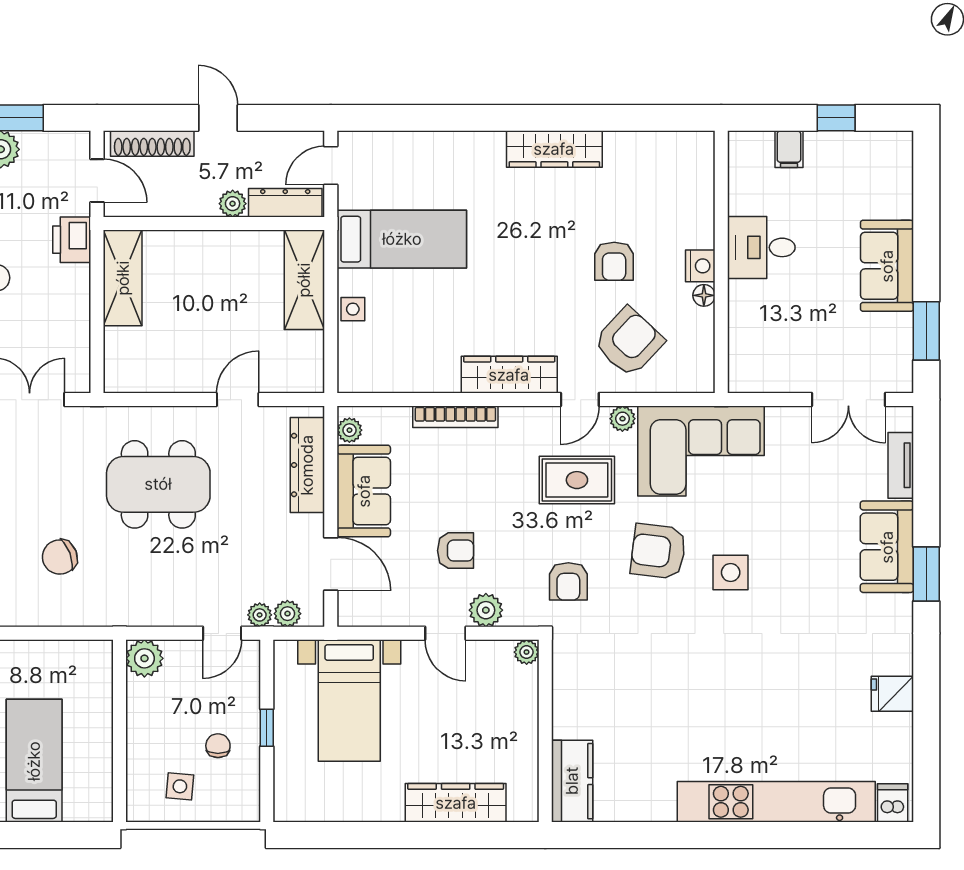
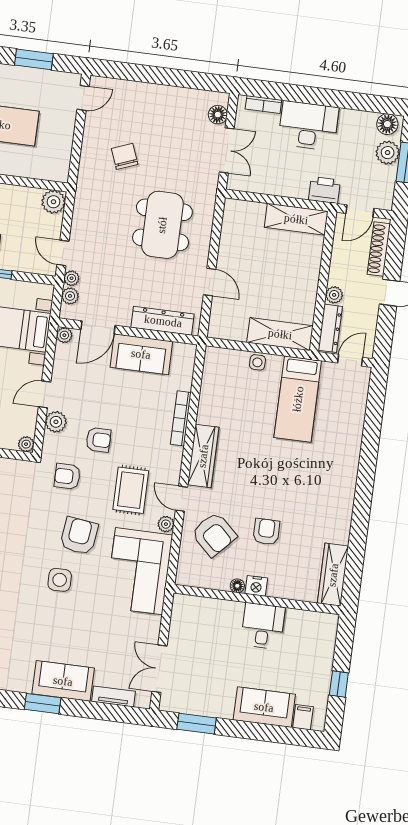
wardrobe: (554, 149) -> (333, 575), moved
filing cabinet: (789, 149) -> (303, 717), moved, turned 90
door: (331, 166) -> (350, 360), hinge flipped
armchair: (614, 261) -> (266, 532), turned 90
sofa: (887, 266) -> (264, 707), moved
plant: (349, 430) -> (64, 335), moved
armchair: (456, 551) -> (98, 440), moved, turned -90

